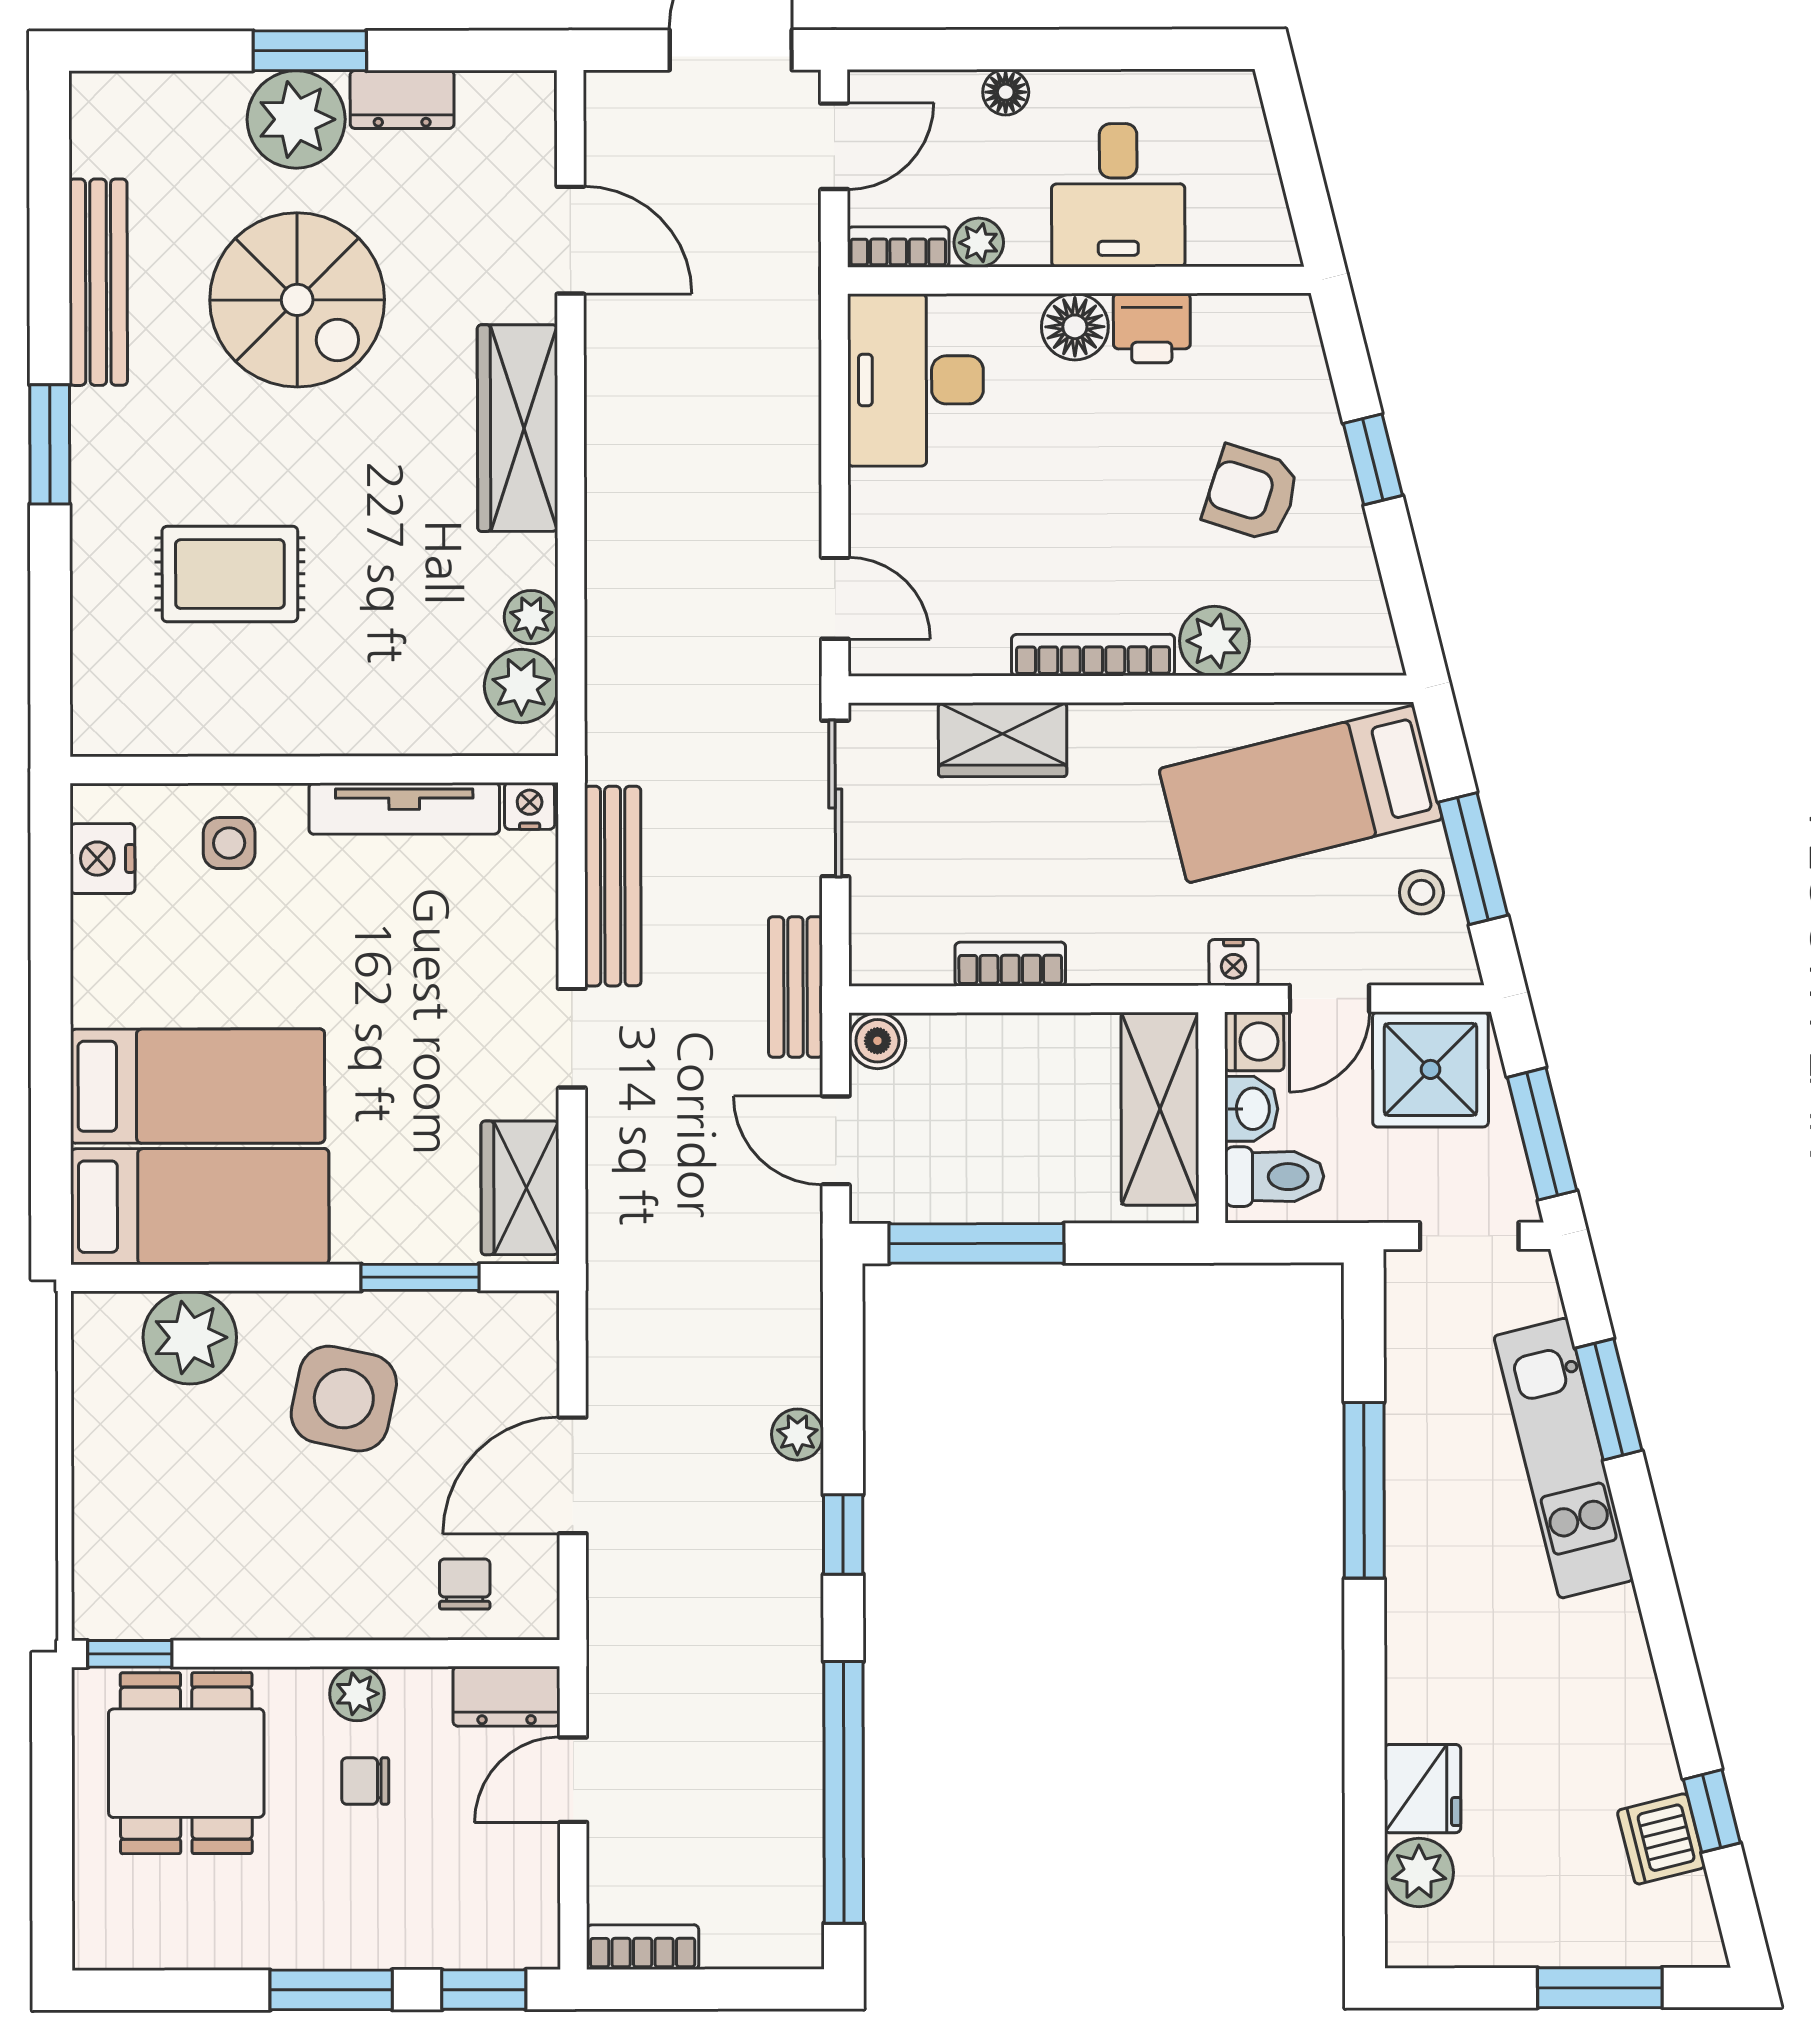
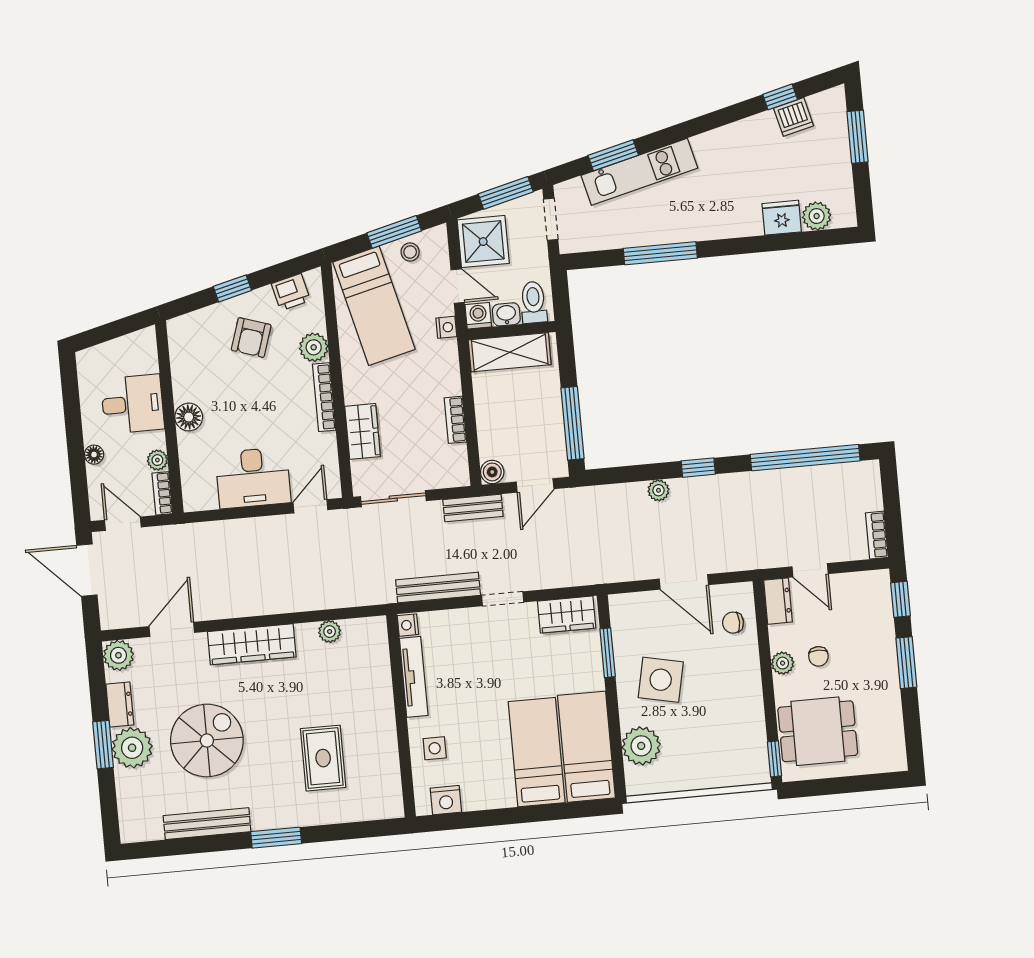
printer: (1152, 328) -> (291, 292), moved, turned 76
desk: (915, 380) -> (253, 478), moved
plant: (521, 686) -> (118, 655), moved

